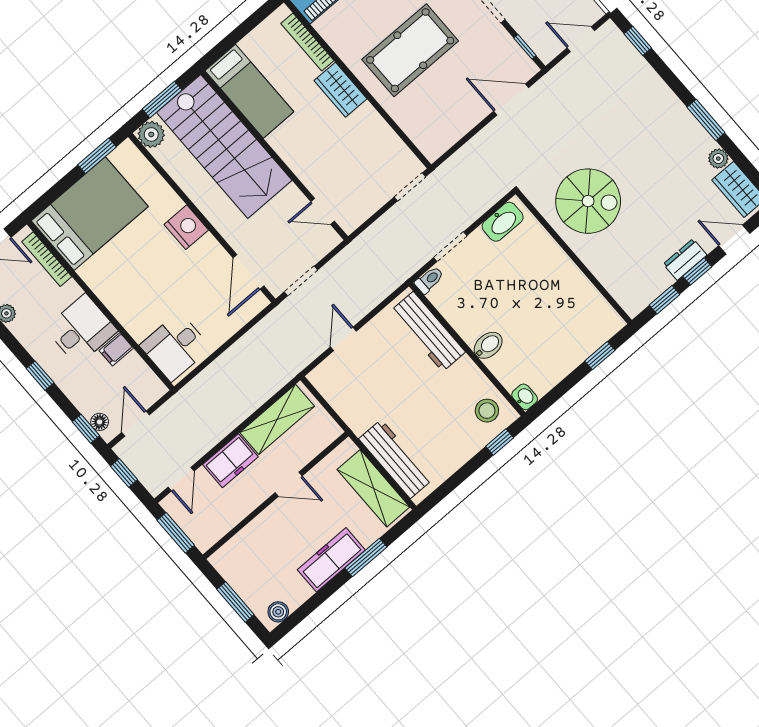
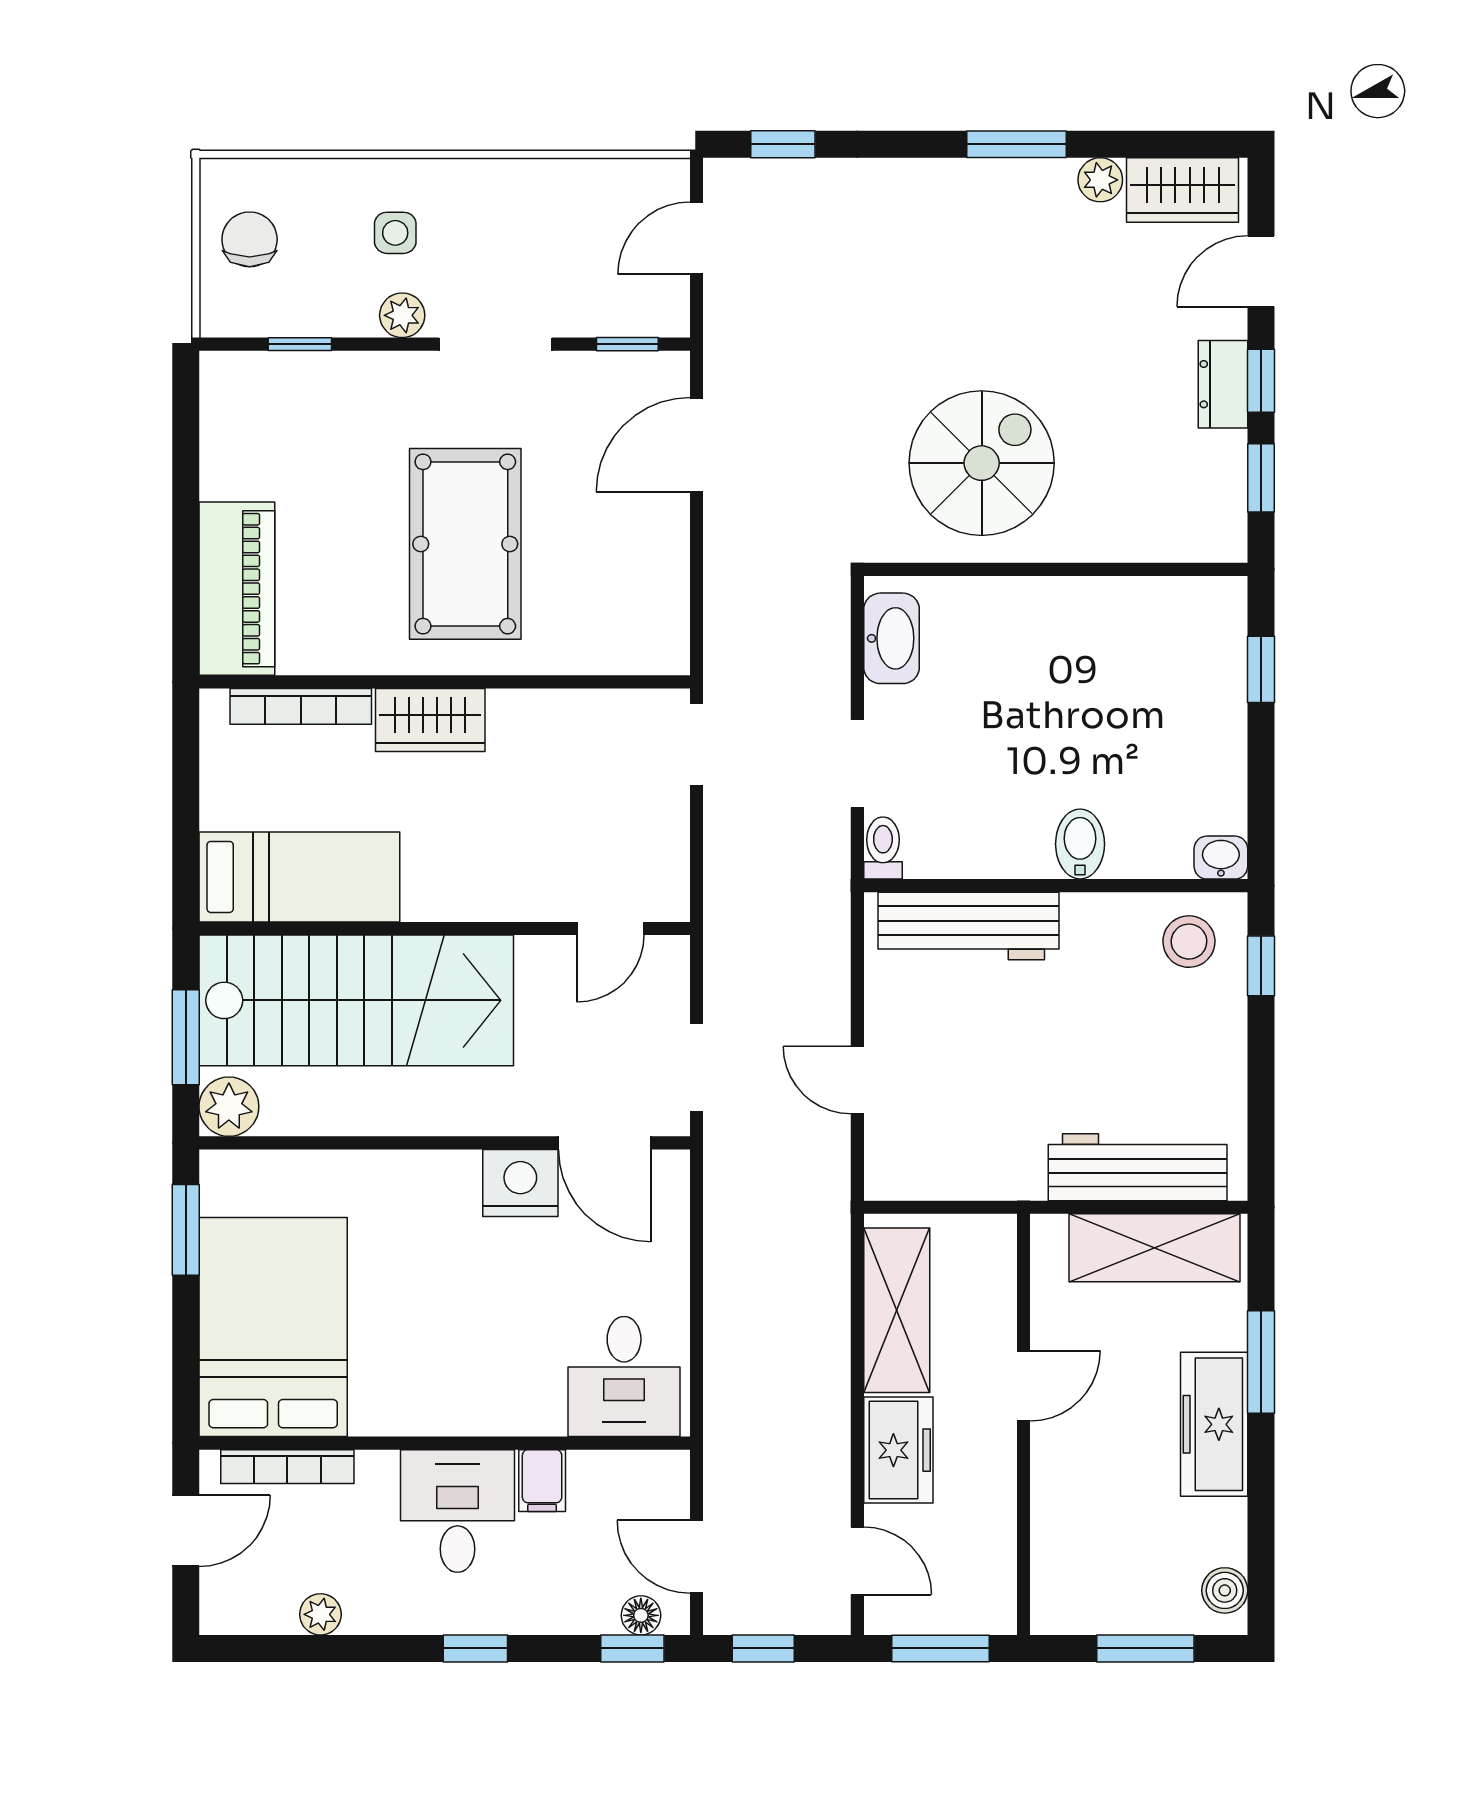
nightstand: (186, 227) -> (520, 1183), moved

